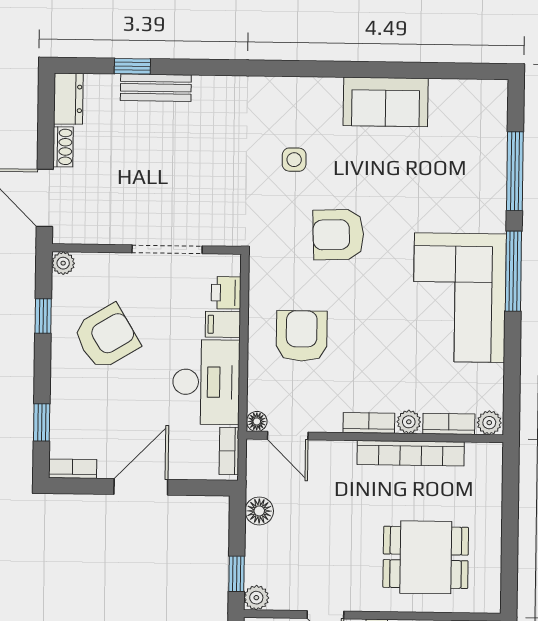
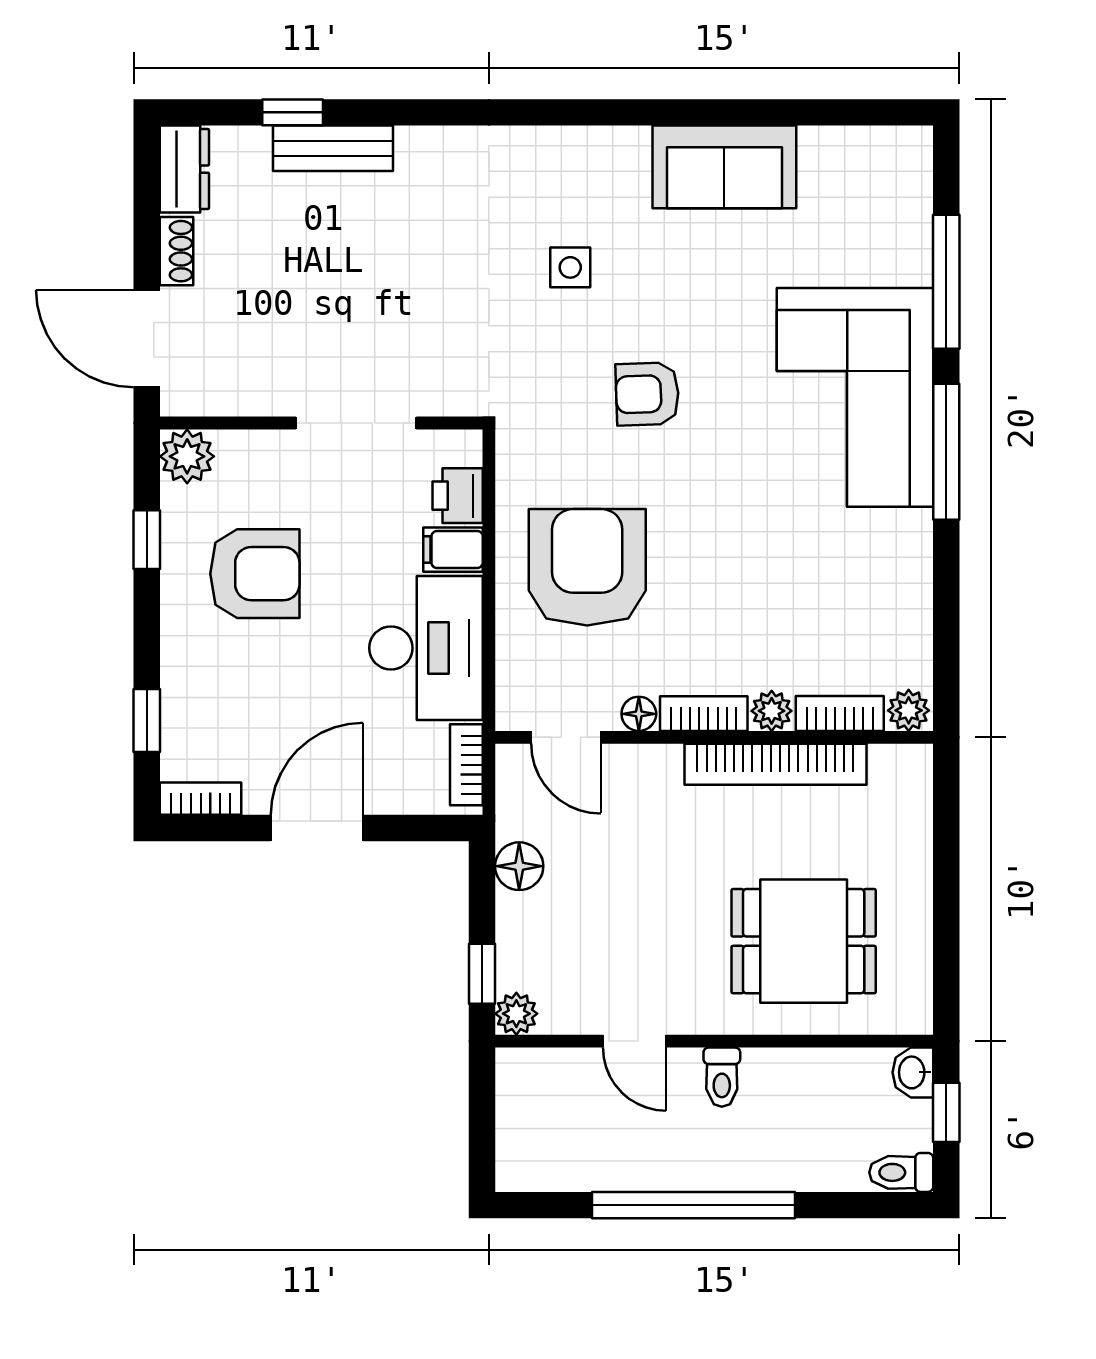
armchair: (338, 235) -> (647, 394), width x0.72, depth x0.72
plant: (63, 263) -> (187, 456), width x1.38, depth x1.38
corner sofa: (460, 298) -> (855, 397), moved
armchair: (302, 336) -> (587, 567), width x1.36, depth x1.36
armchair: (106, 337) -> (255, 574), turned 31
floor lamp: (257, 421) -> (639, 714), moved

